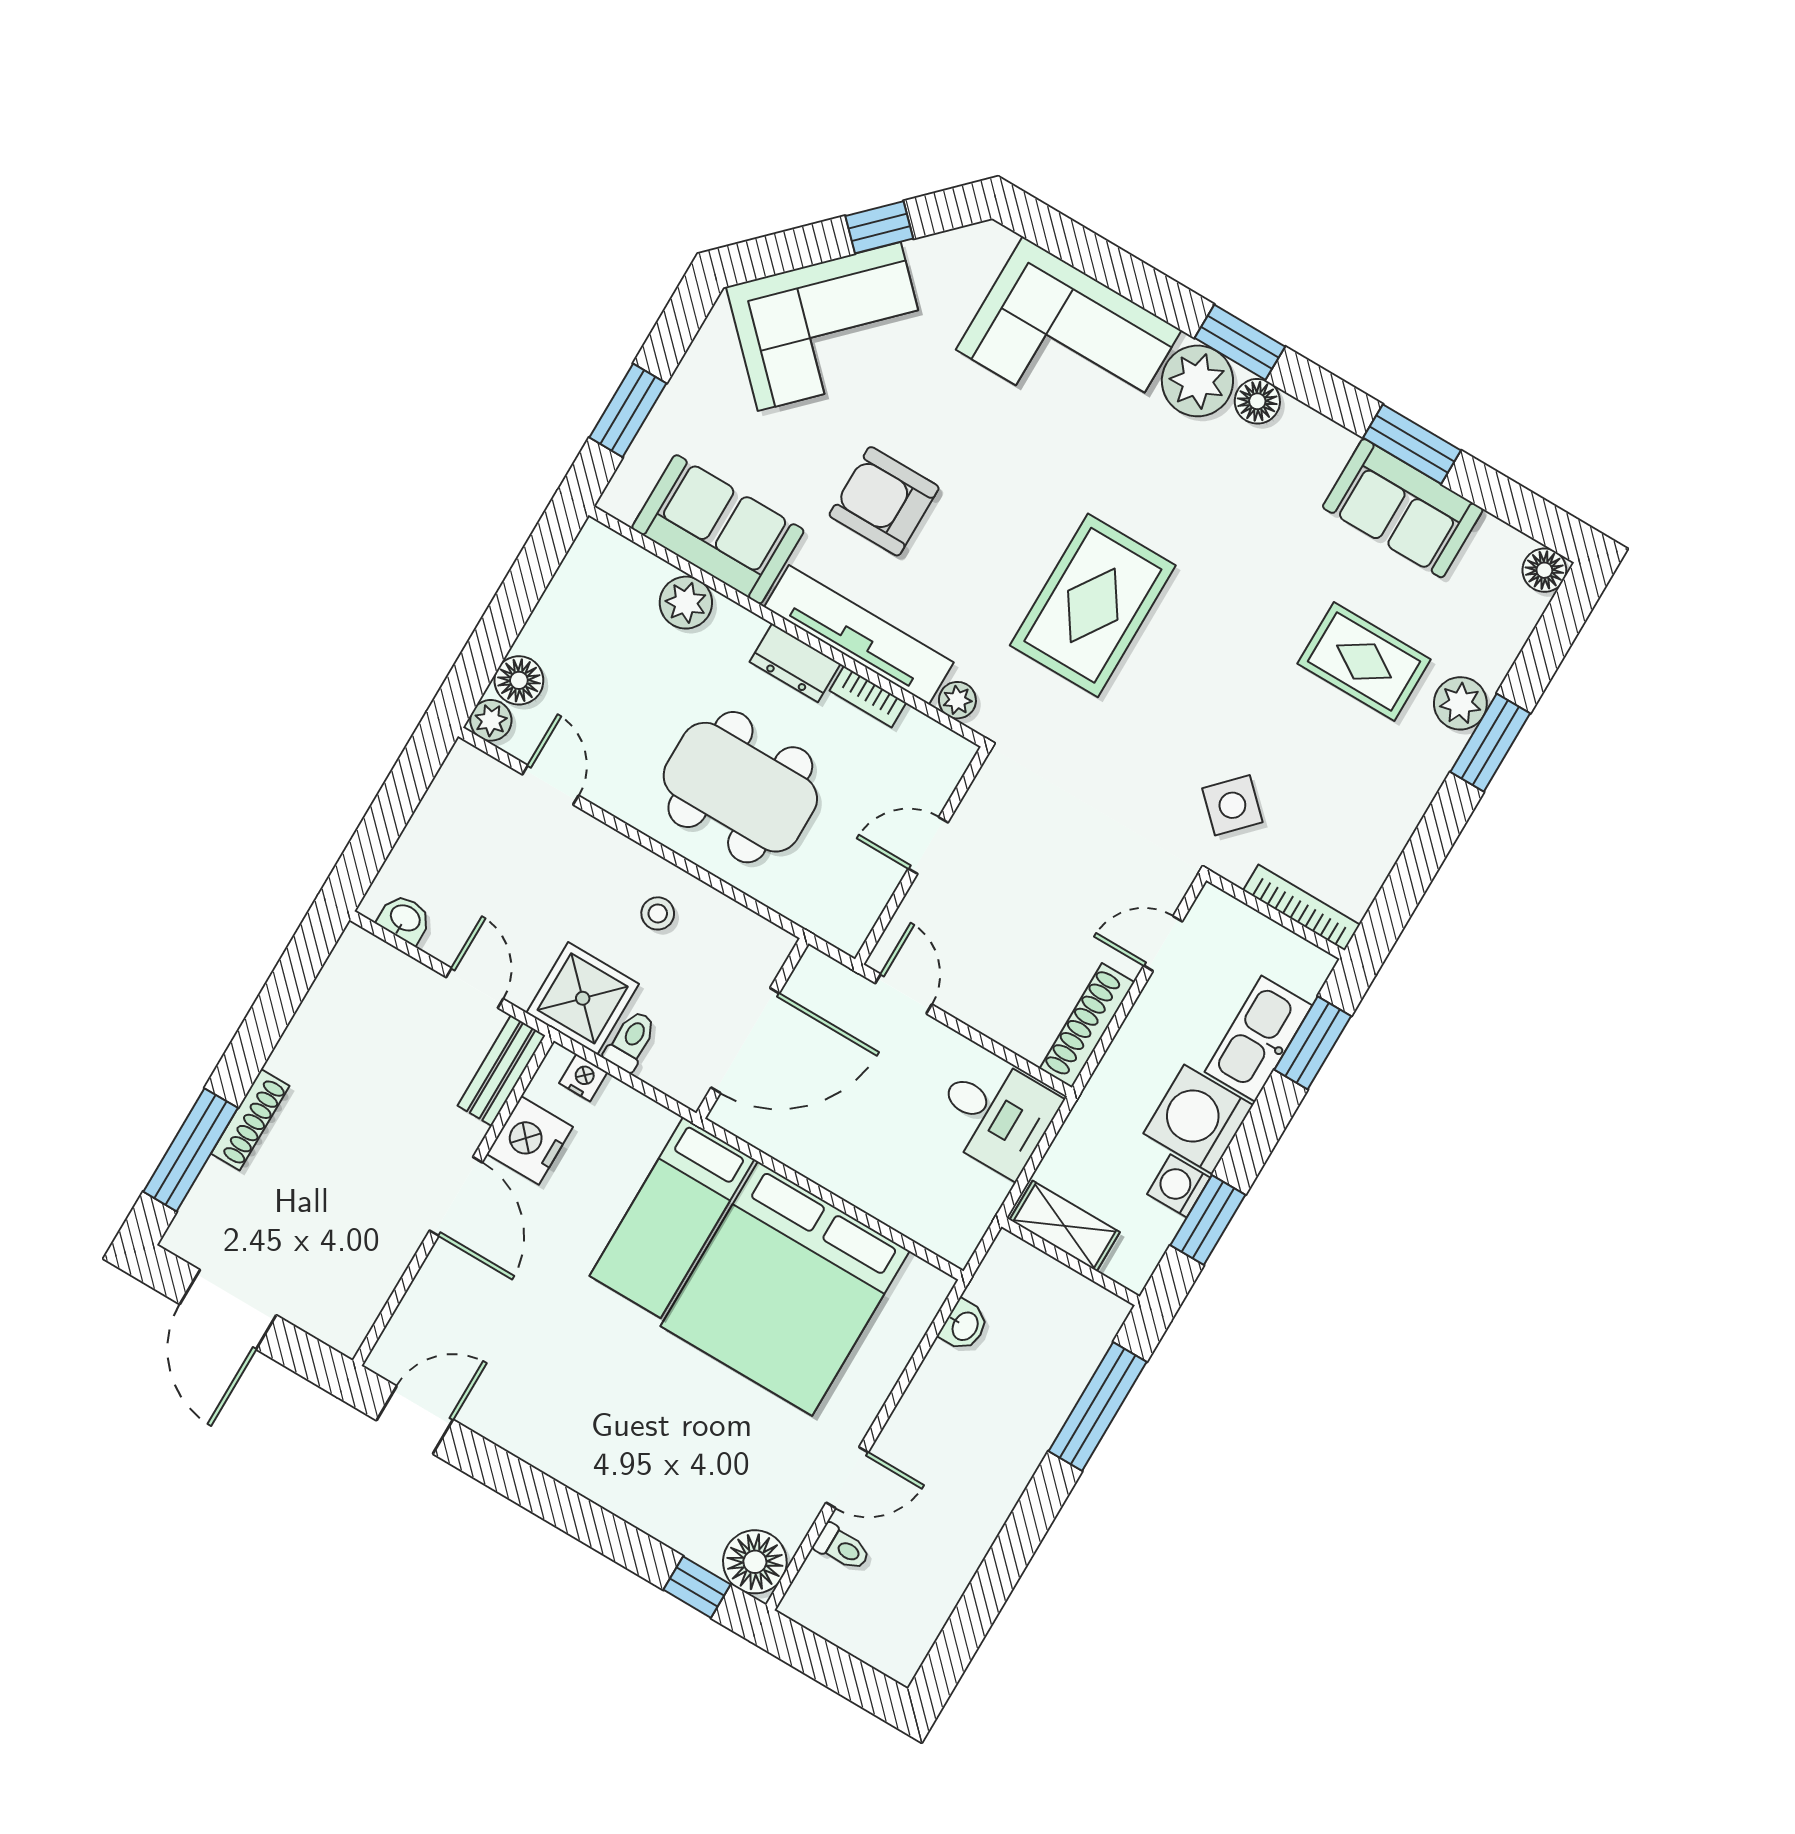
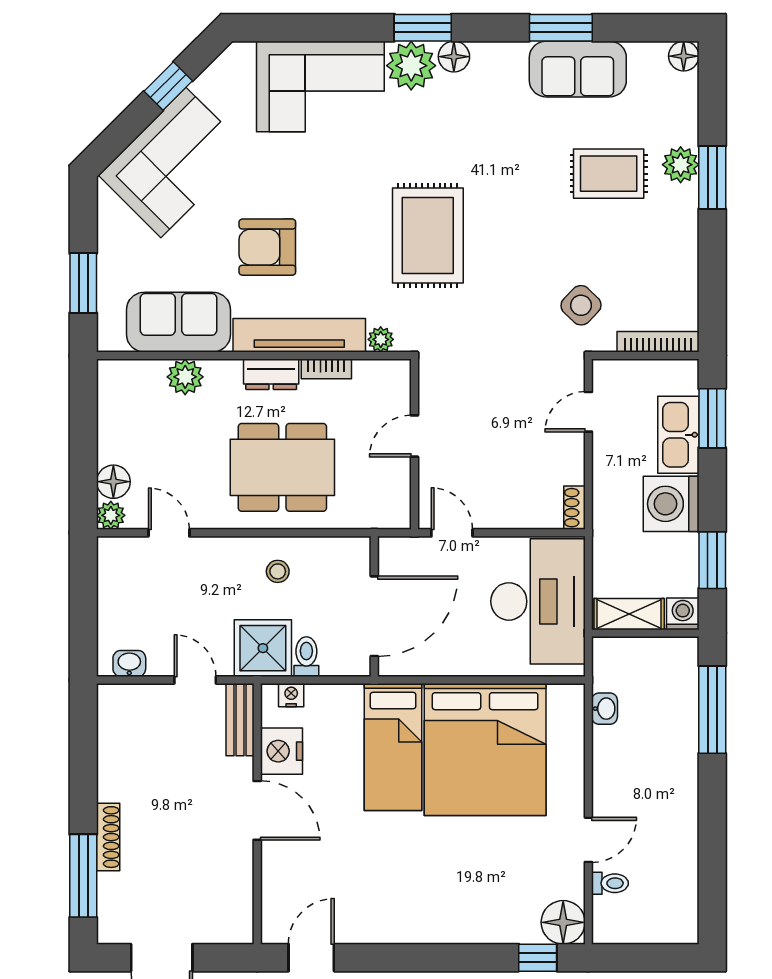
shoe rack: (1087, 1025) -> (574, 508), width x0.51, depth x0.81
desk: (995, 1114) -> (538, 601), width x1.87, depth x1.30
washing machine: (1179, 1186) -> (683, 614), moved, turned 90

